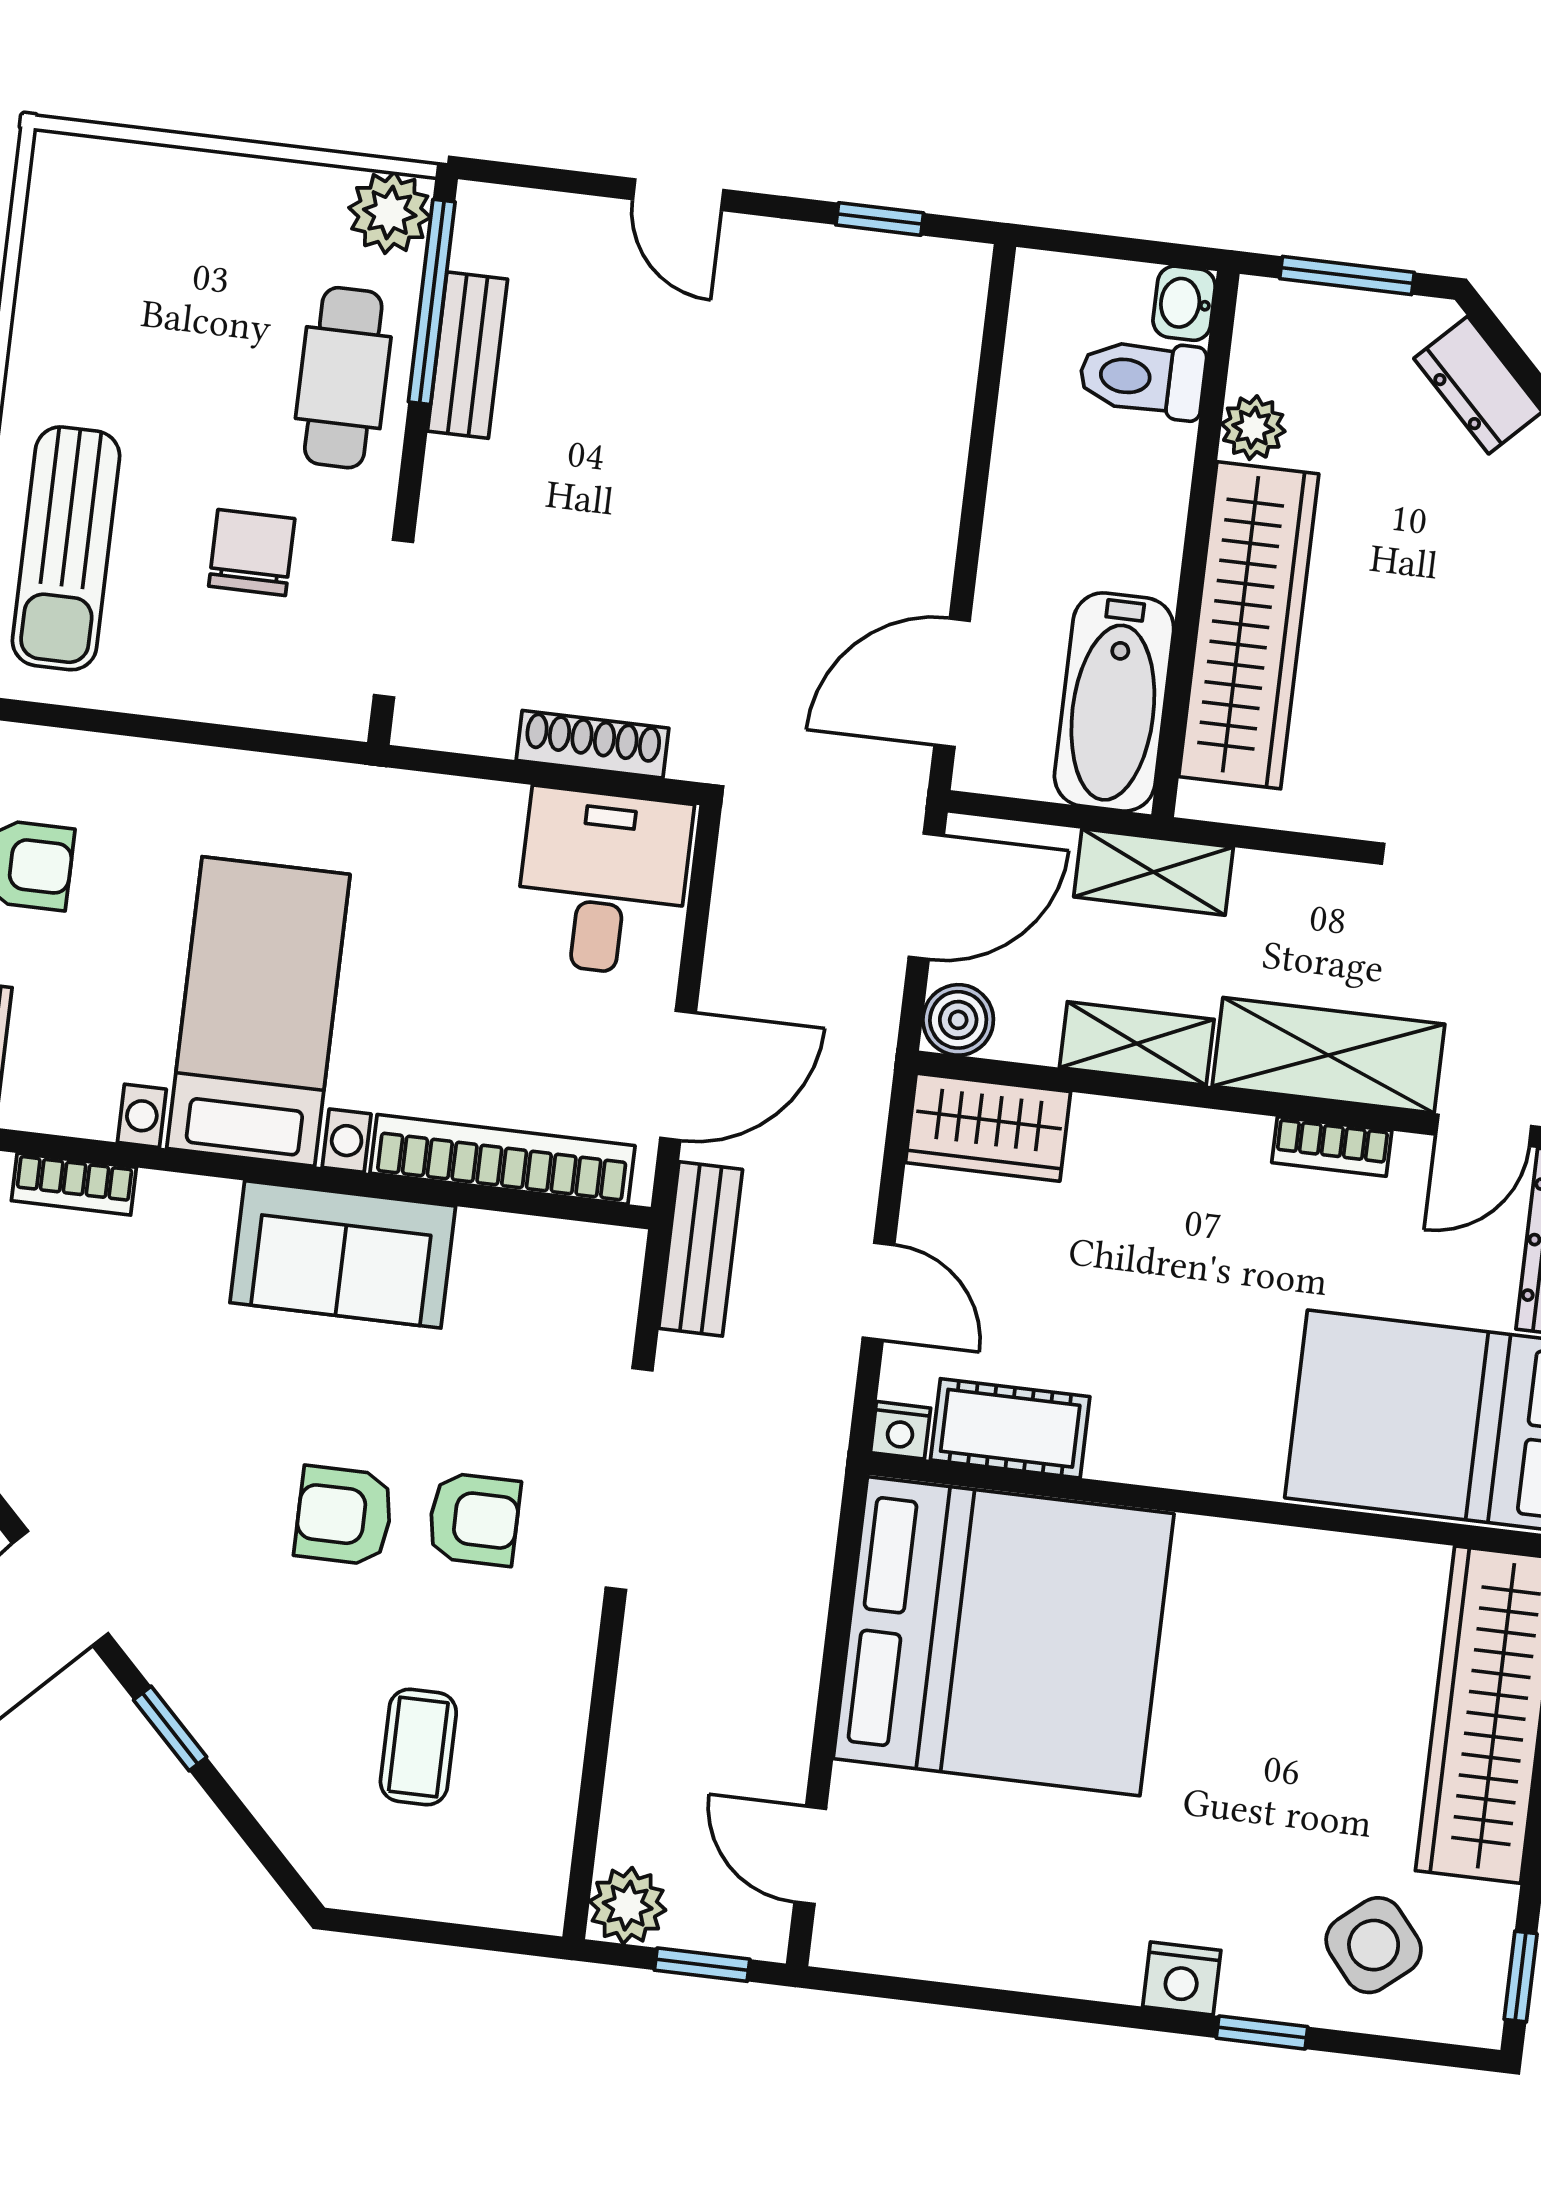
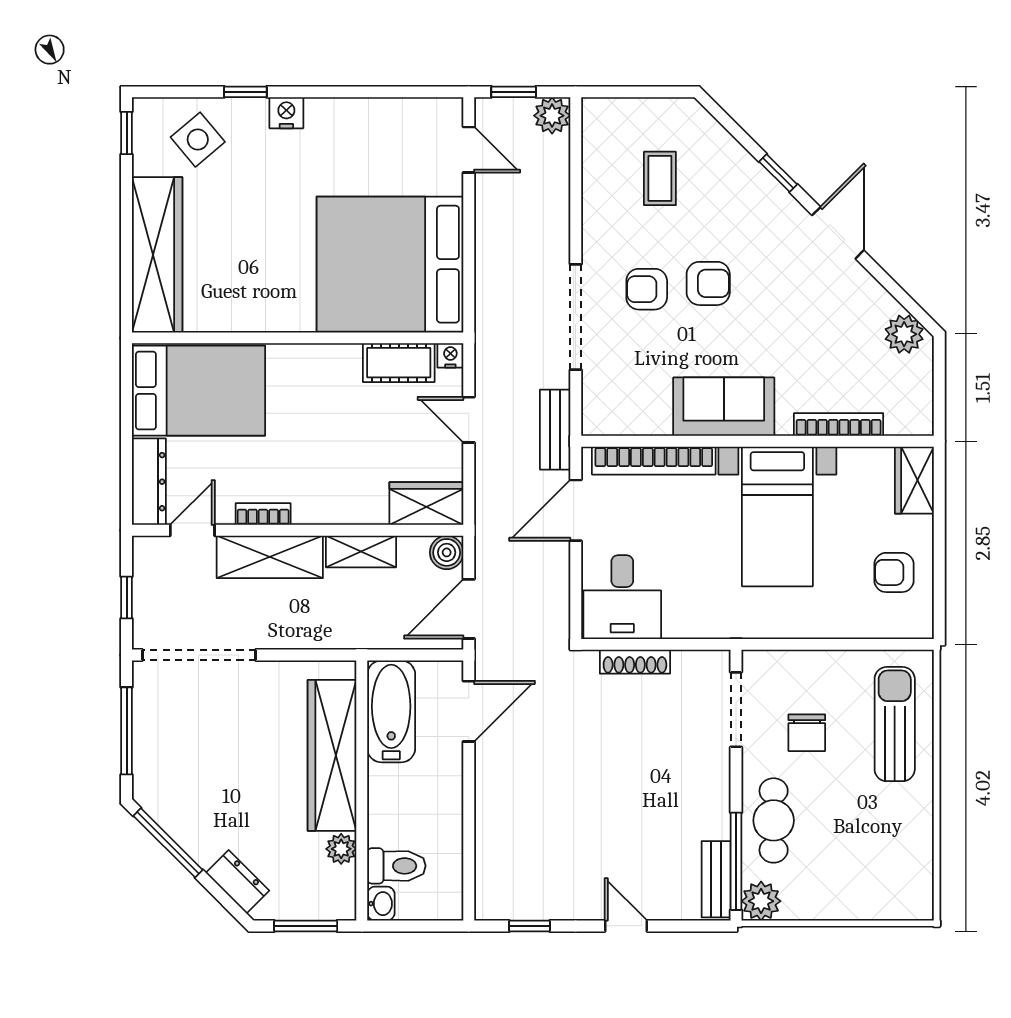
bench: (468, 355) -> (716, 879), moved
shelving: (1154, 872) -> (363, 633), removed
bookcase: (74, 1184) -> (839, 424), width x1.56

